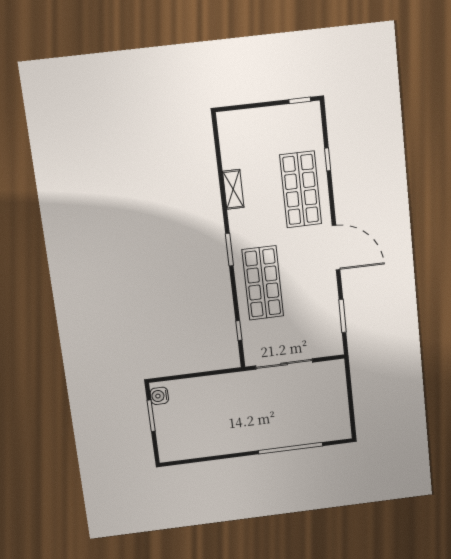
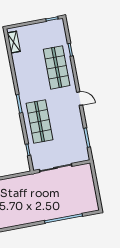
shelving: (233, 189) -> (14, 42), moved
door: (336, 248) -> (80, 99), width x0.53

